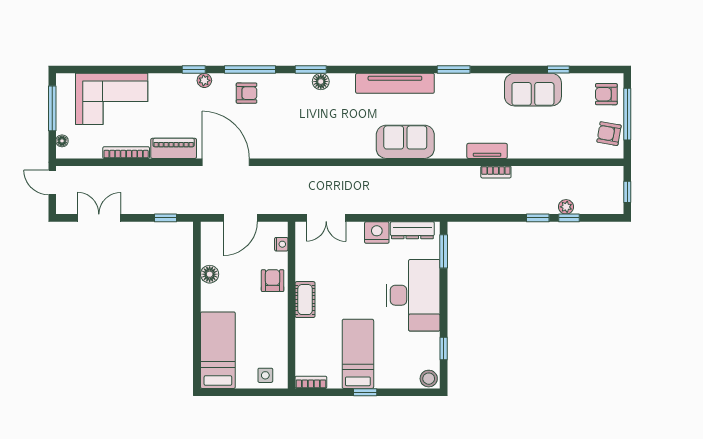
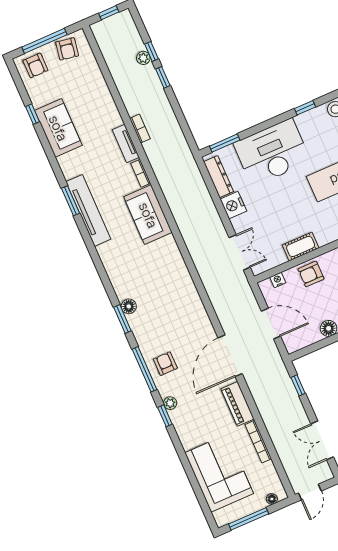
tv unit: (395, 83) -> (88, 210), moved
bookcase: (450, 153) -> (141, 173), added
cot: (305, 300) -> (301, 246), moved

